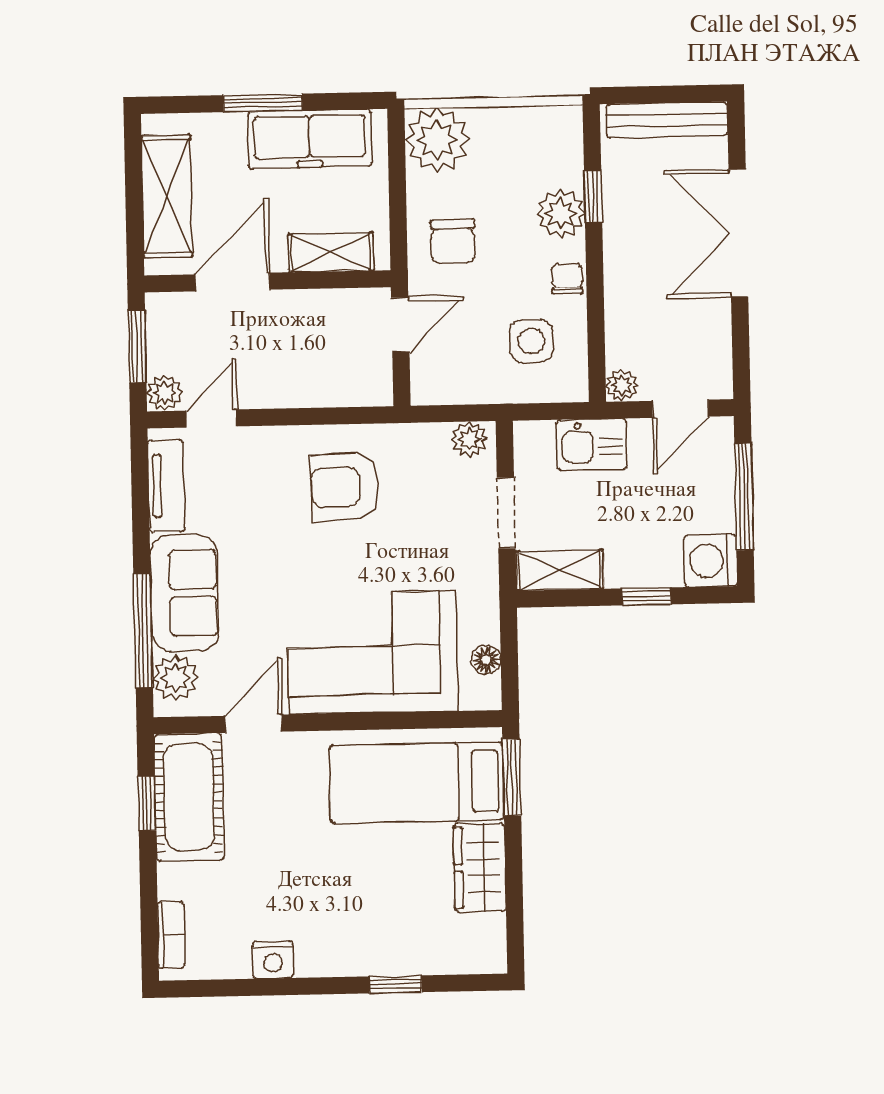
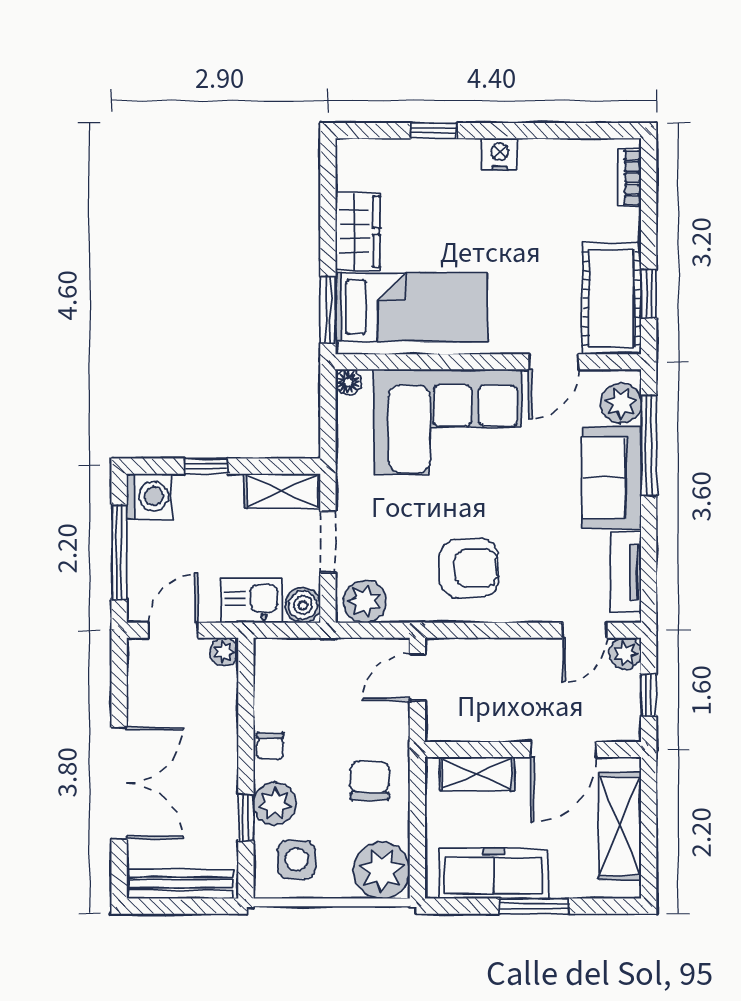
door: (400, 325) -> (417, 677), moved
side table: (531, 341) -> (296, 860), moved
window: (137, 346) -> (649, 695), width x0.67
plant: (469, 439) -> (365, 601), width x1.38, depth x1.38
boiler: (533, 440) -> (303, 605), added
floor lamp: (486, 660) -> (348, 382), moved
nightstand: (273, 960) -> (500, 154), moved

